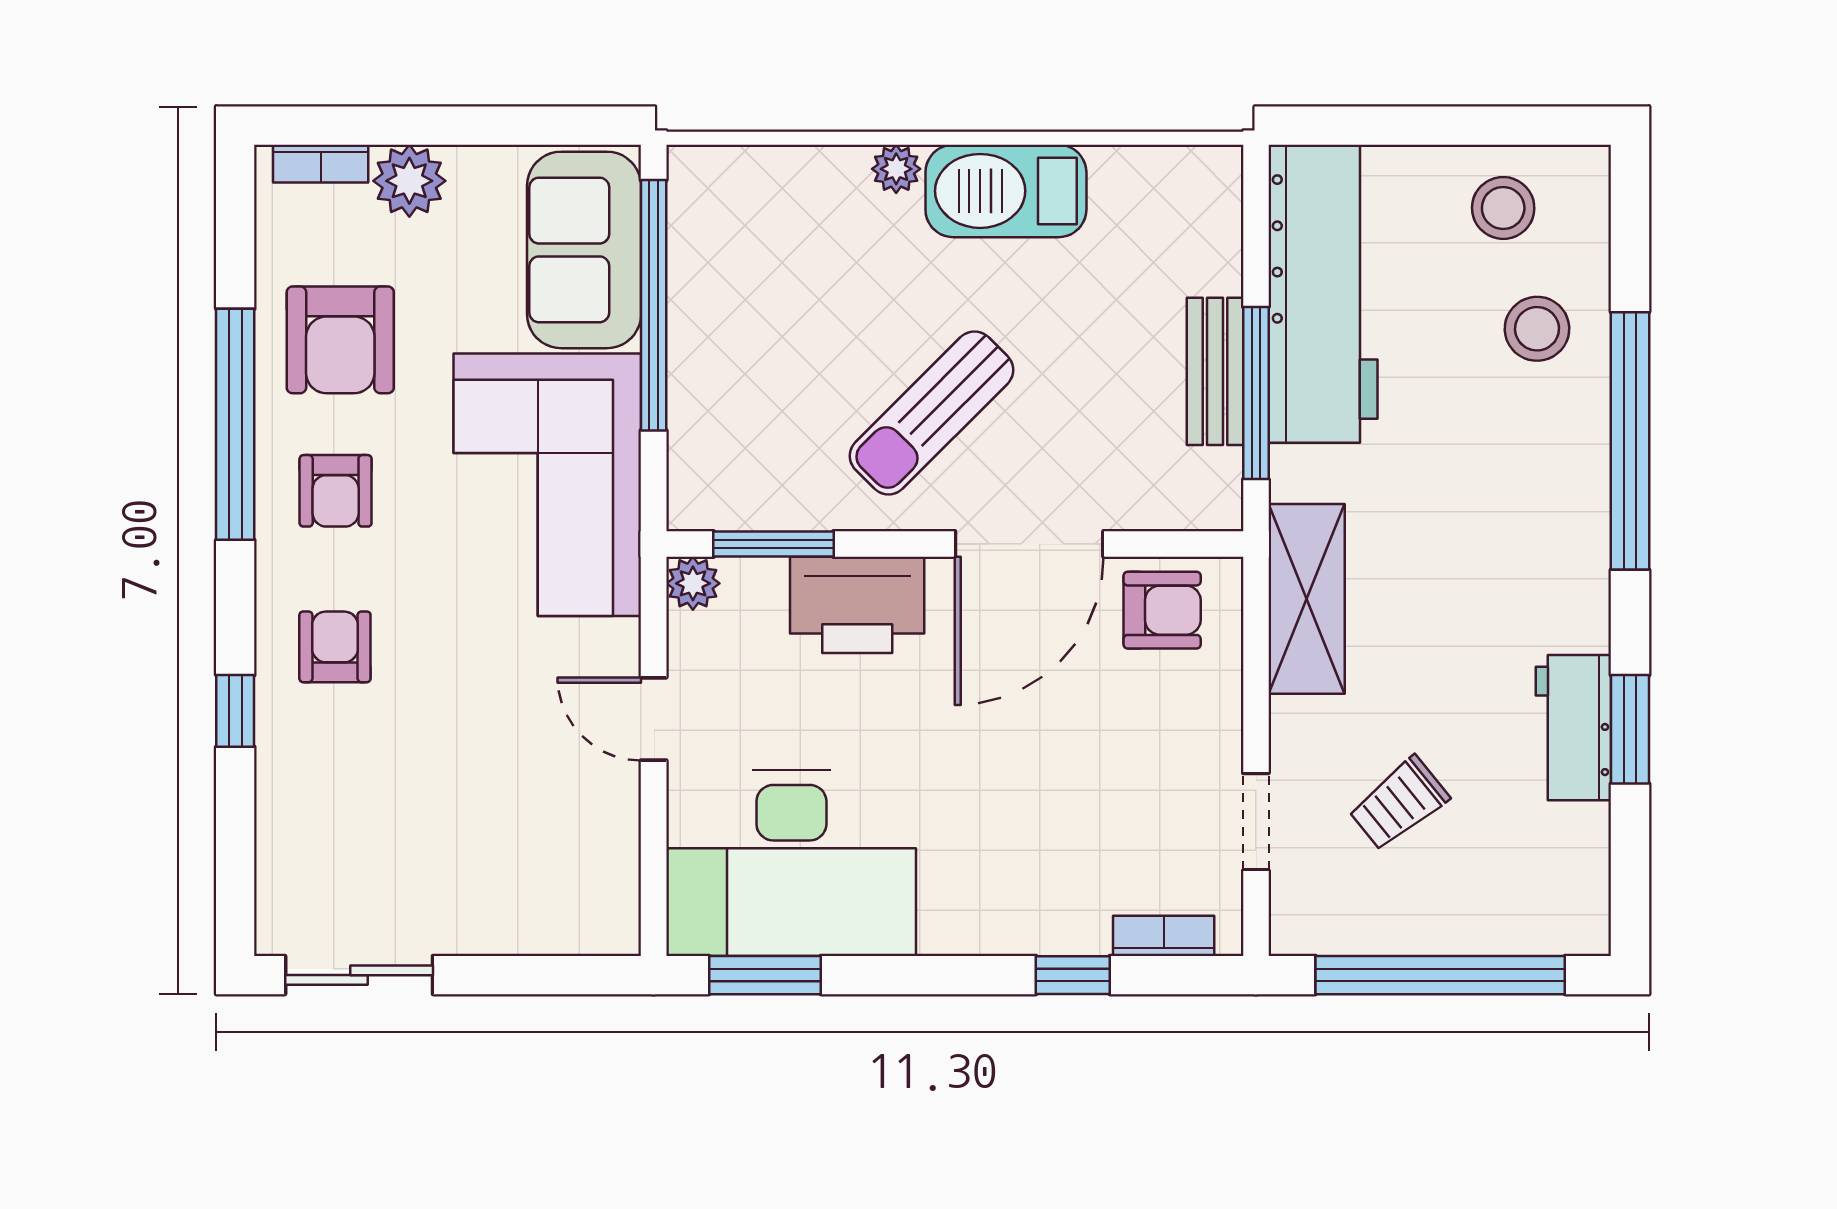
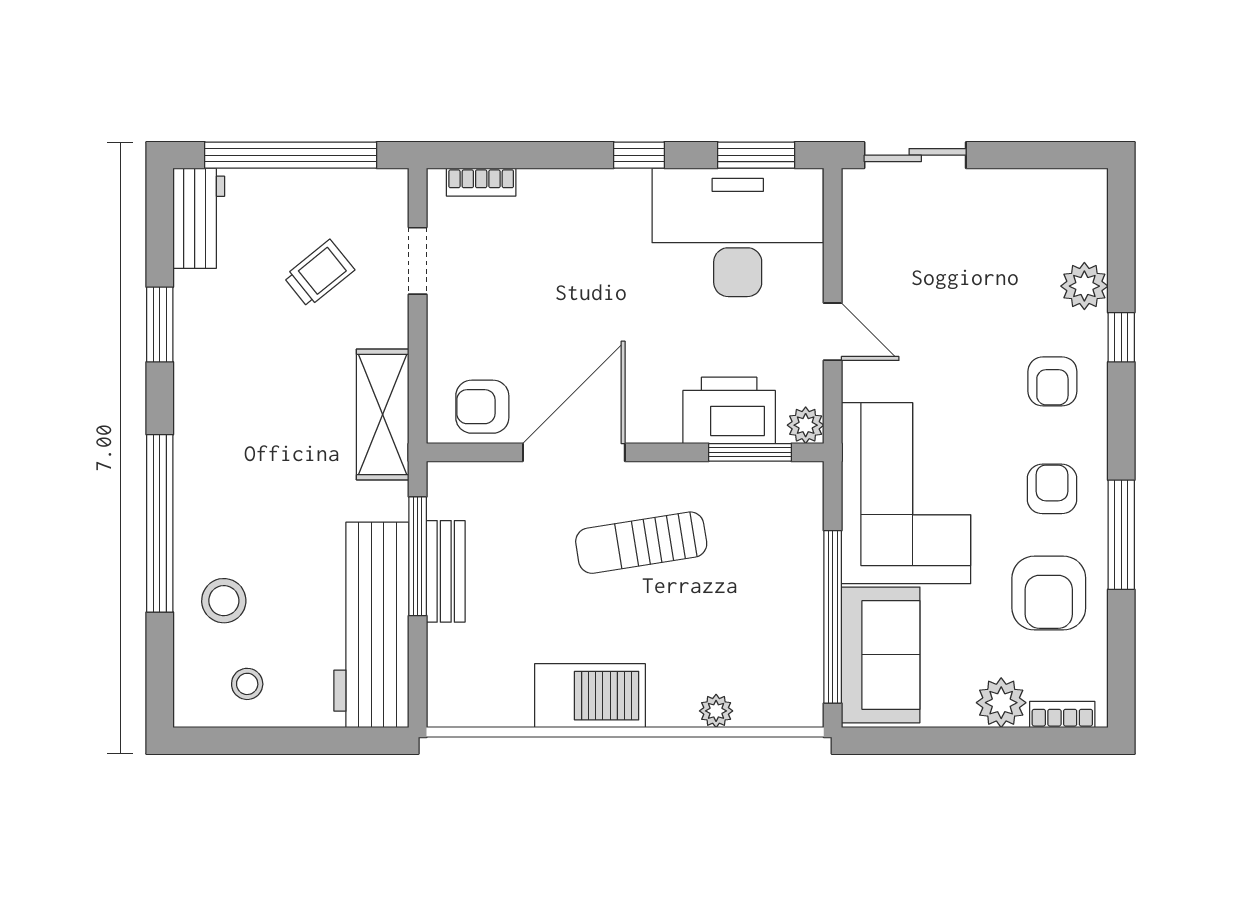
plant: (896, 169) -> (716, 711), moved
stool: (1503, 208) -> (247, 684), width x0.73, depth x0.73
armchair: (340, 340) -> (1049, 593), turned 180
sun lounger: (931, 413) -> (641, 543), turned -144
window: (235, 424) -> (1121, 535), width x0.68
printer: (857, 605) -> (729, 410), moved
workbench: (1573, 728) -> (199, 218), moved
plant: (289, 785) -> (1084, 286), added
sliding door: (359, 975) -> (915, 155), moved
window: (1073, 975) -> (639, 155), moved

